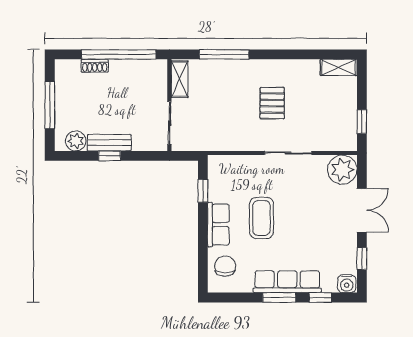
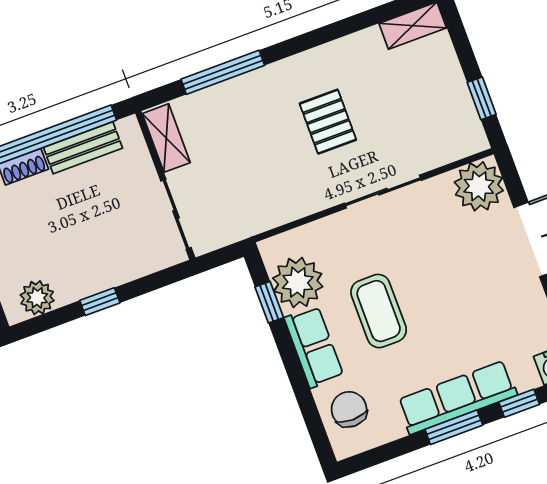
bench: (109, 143) -> (83, 148), moved
plant: (223, 186) -> (298, 282), added

